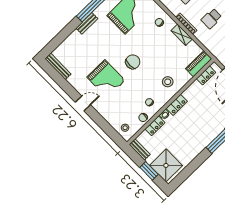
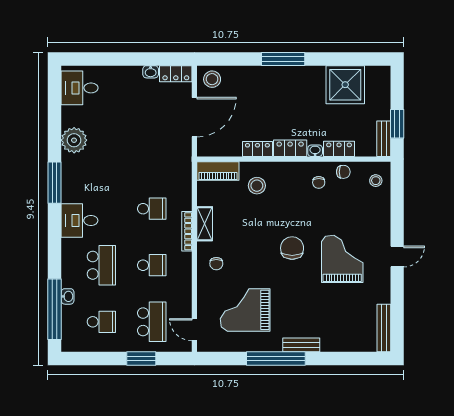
chair: (133, 62) -> (292, 248), turned 90
locker: (206, 75) -> (257, 149), moved
stool: (168, 82) -> (257, 186), moved
door: (83, 104) -> (397, 257), swing flipped
shower: (166, 165) -> (345, 85), moved
window: (149, 171) -> (397, 124), moved

